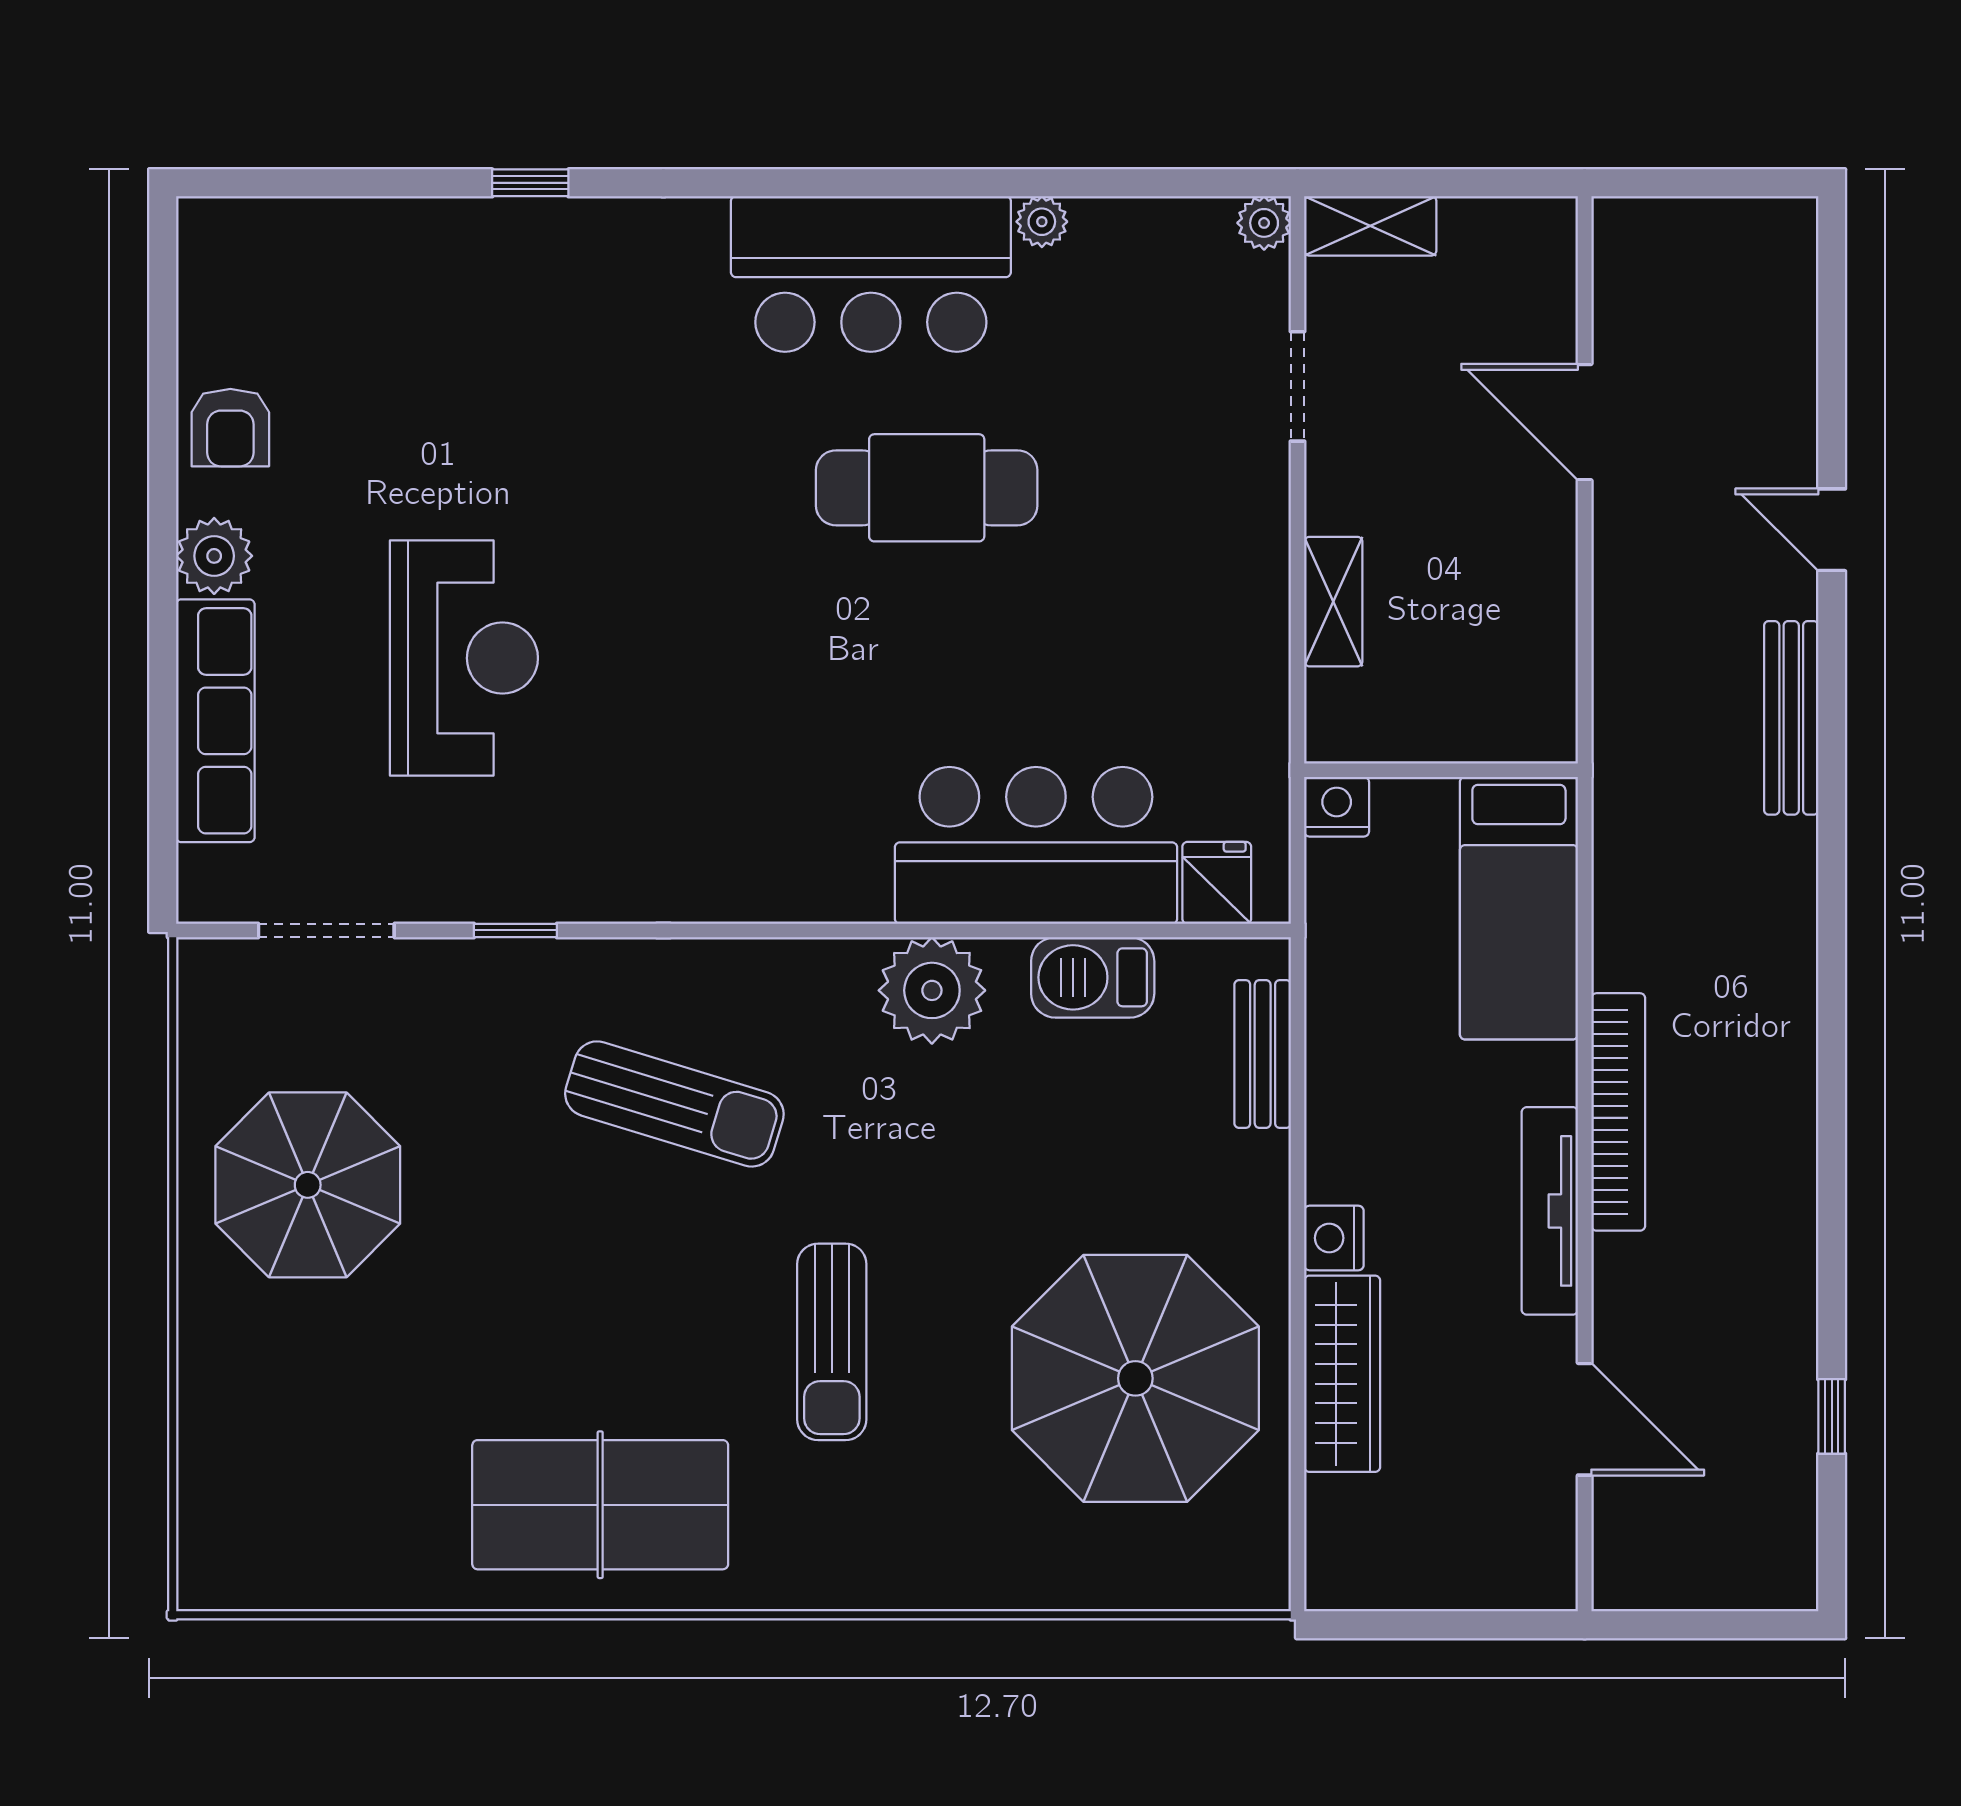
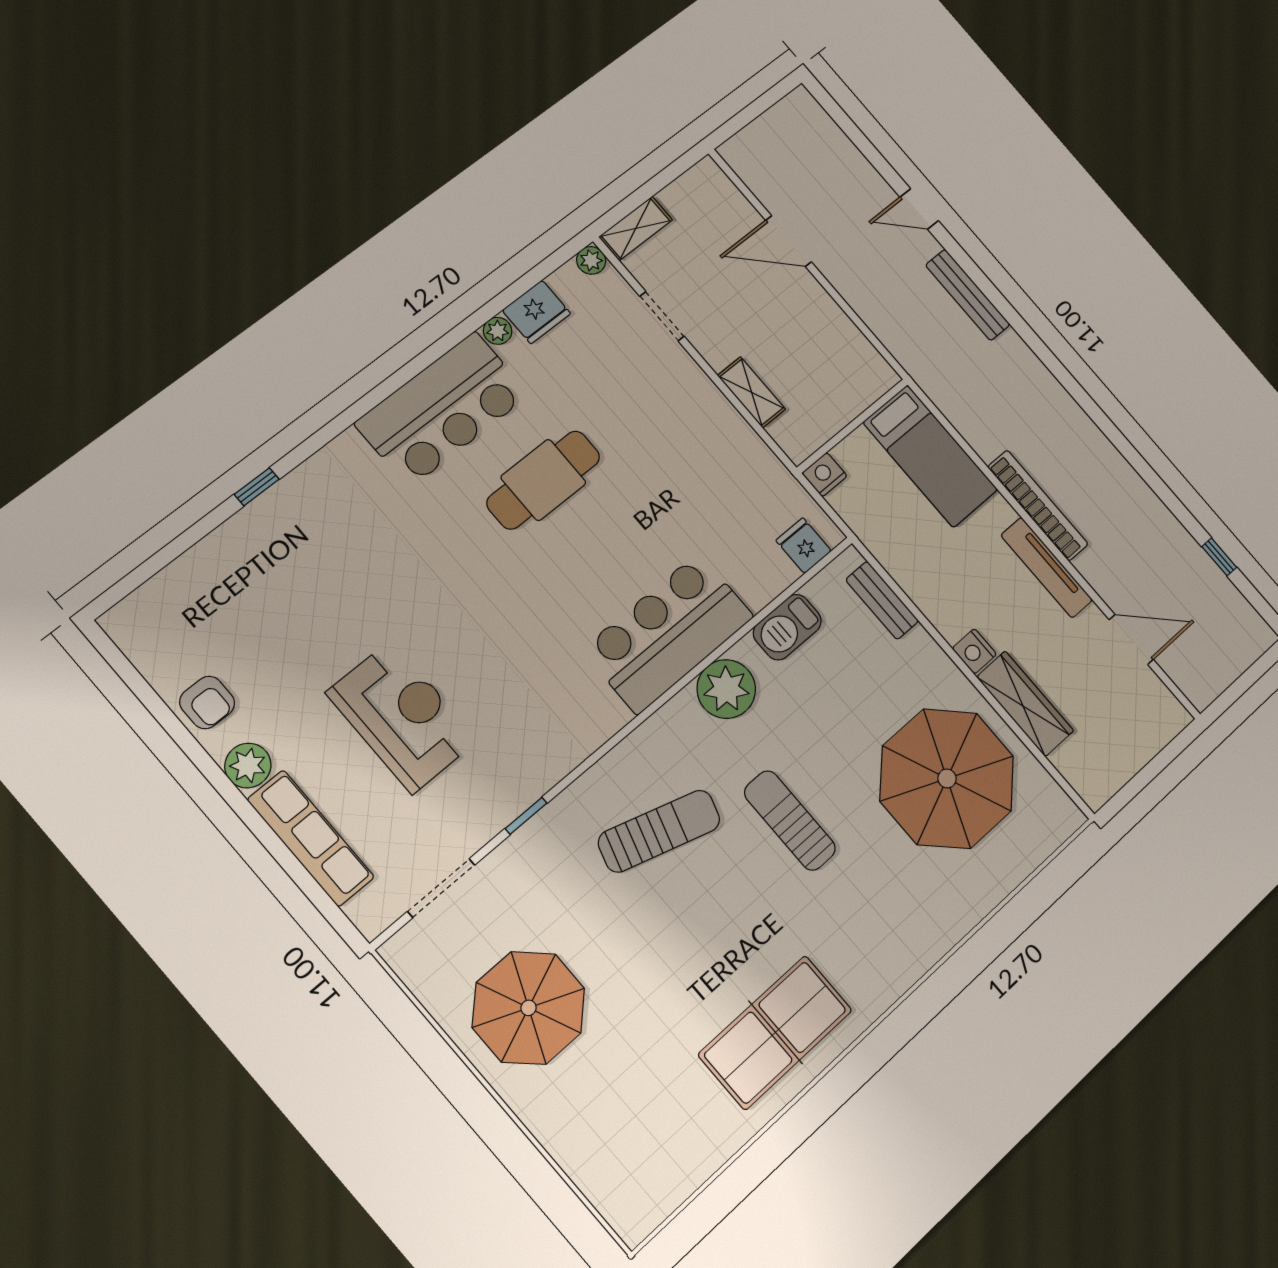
fridge: (1121, 237) -> (536, 312), added
bar counter: (1036, 845) -> (668, 633), moved
sun lounger: (832, 1342) -> (790, 821), moved, turned 180

